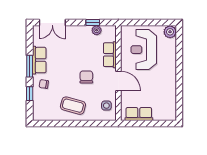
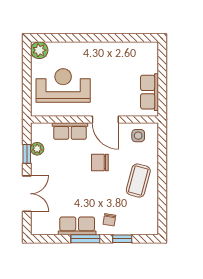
double door: (52, 23) -> (27, 194), moved
reception desk: (144, 50) -> (63, 86), turned 180
door: (118, 81) -> (105, 120), swing flipped

